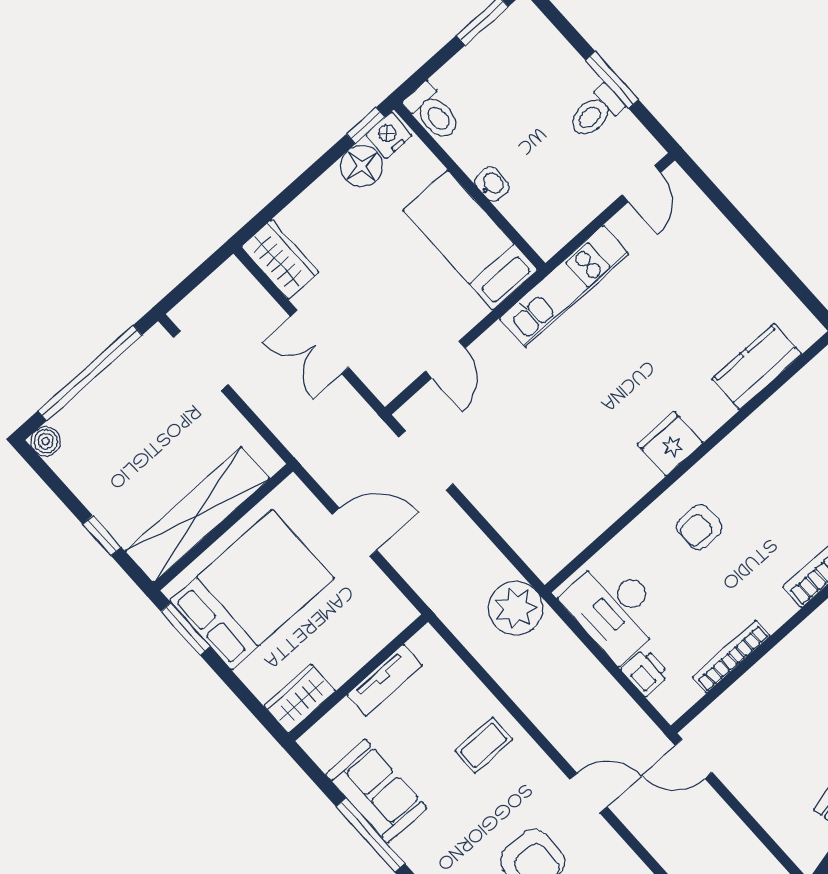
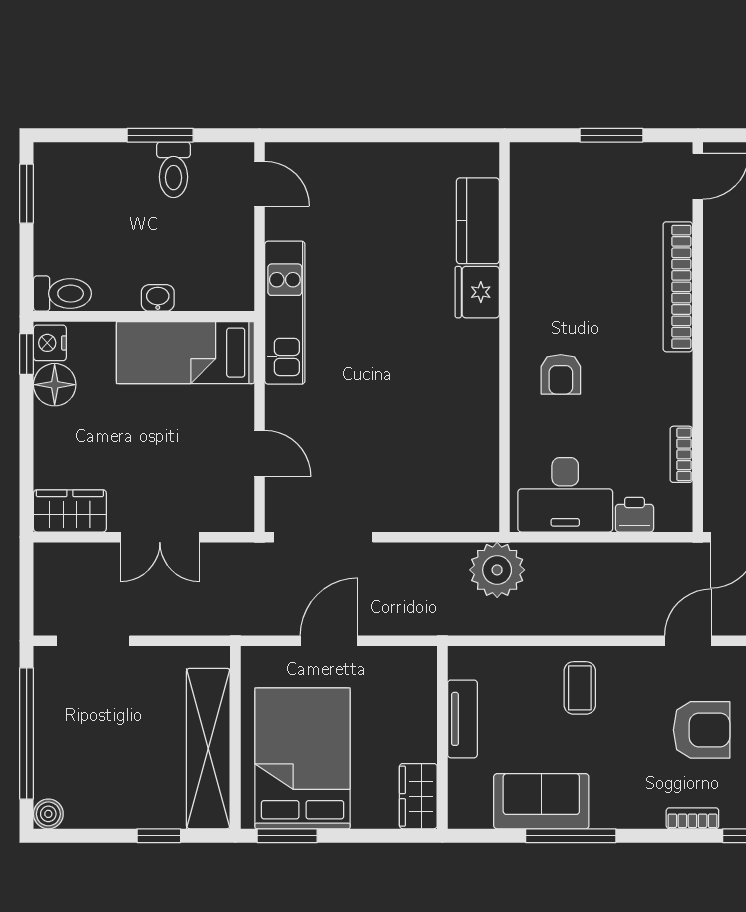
fridge: (670, 444) -> (477, 292), moved
doorway: (426, 461) -> (323, 537), width x1.36
bookcase: (731, 656) -> (681, 454), width x0.64

